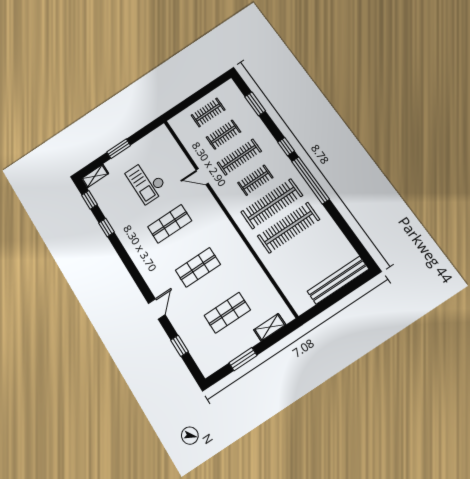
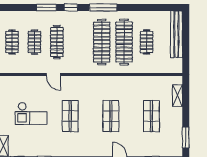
window: (255, 104) -> (46, 7), moved
door: (202, 177) -> (53, 75), hinge flipped
clothes rail: (255, 180) -> (147, 42), moved
window: (310, 180) -> (103, 7), width x0.68
window: (243, 359) -> (186, 137), moved

